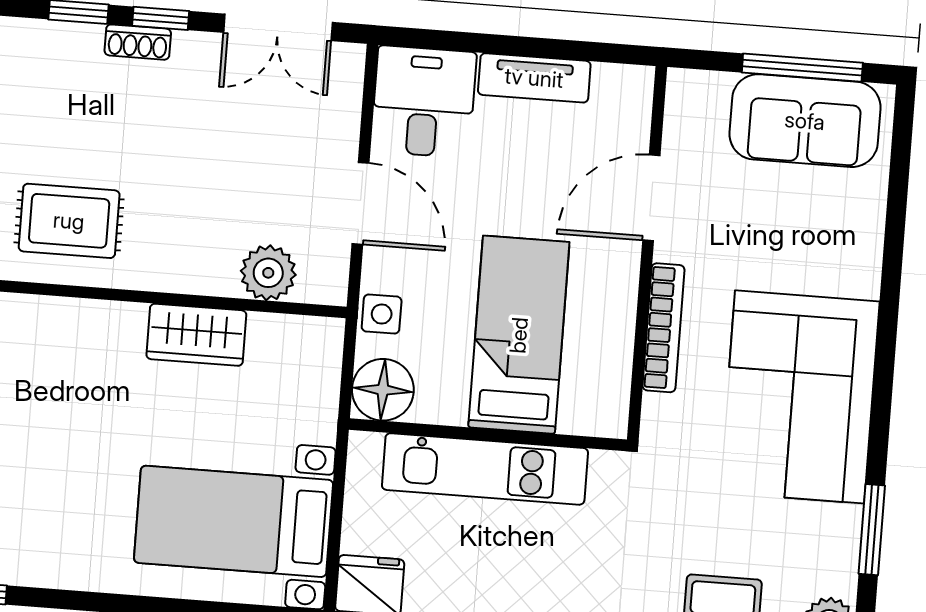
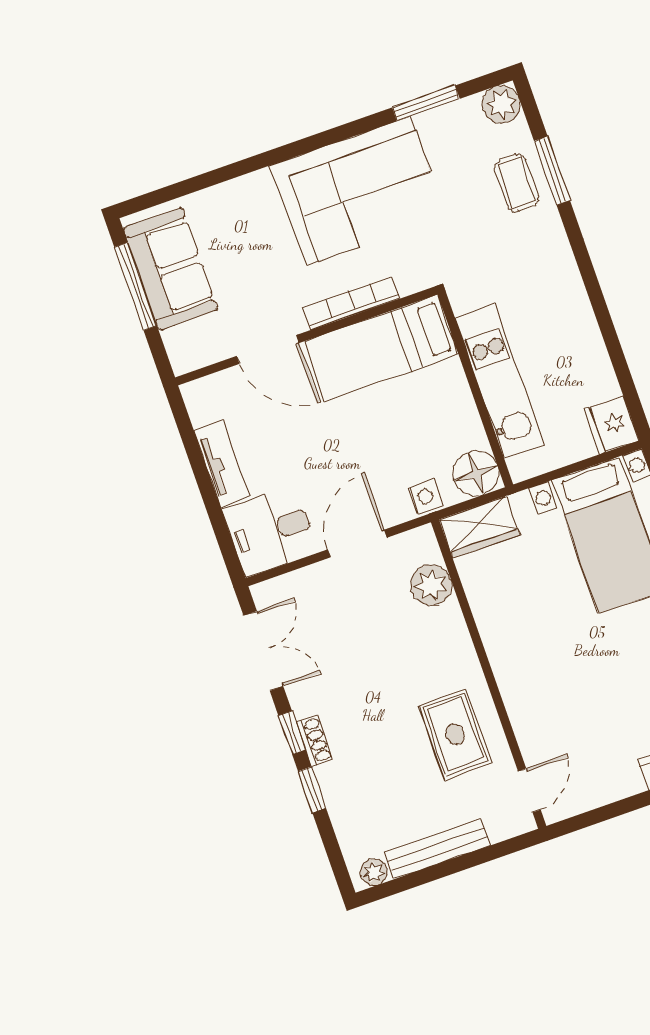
wardrobe: (196, 335) -> (479, 527), moved, turned 90
bed: (519, 335) -> (381, 348), moved

